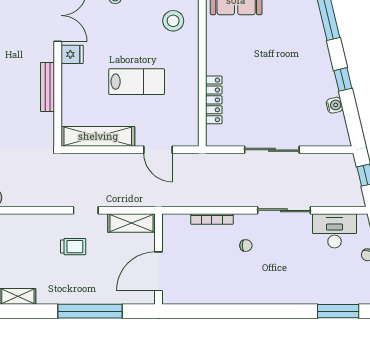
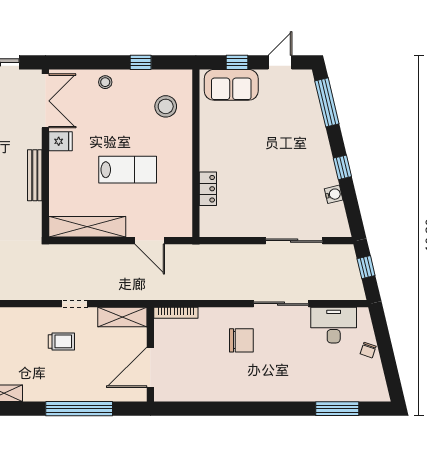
locker: (214, 100) -> (208, 189), width x0.66
sliding door: (272, 150) -> (294, 241), moved
bookcase: (212, 219) -> (176, 313), moved
chair: (246, 246) -> (241, 340), width x1.87, depth x1.87

